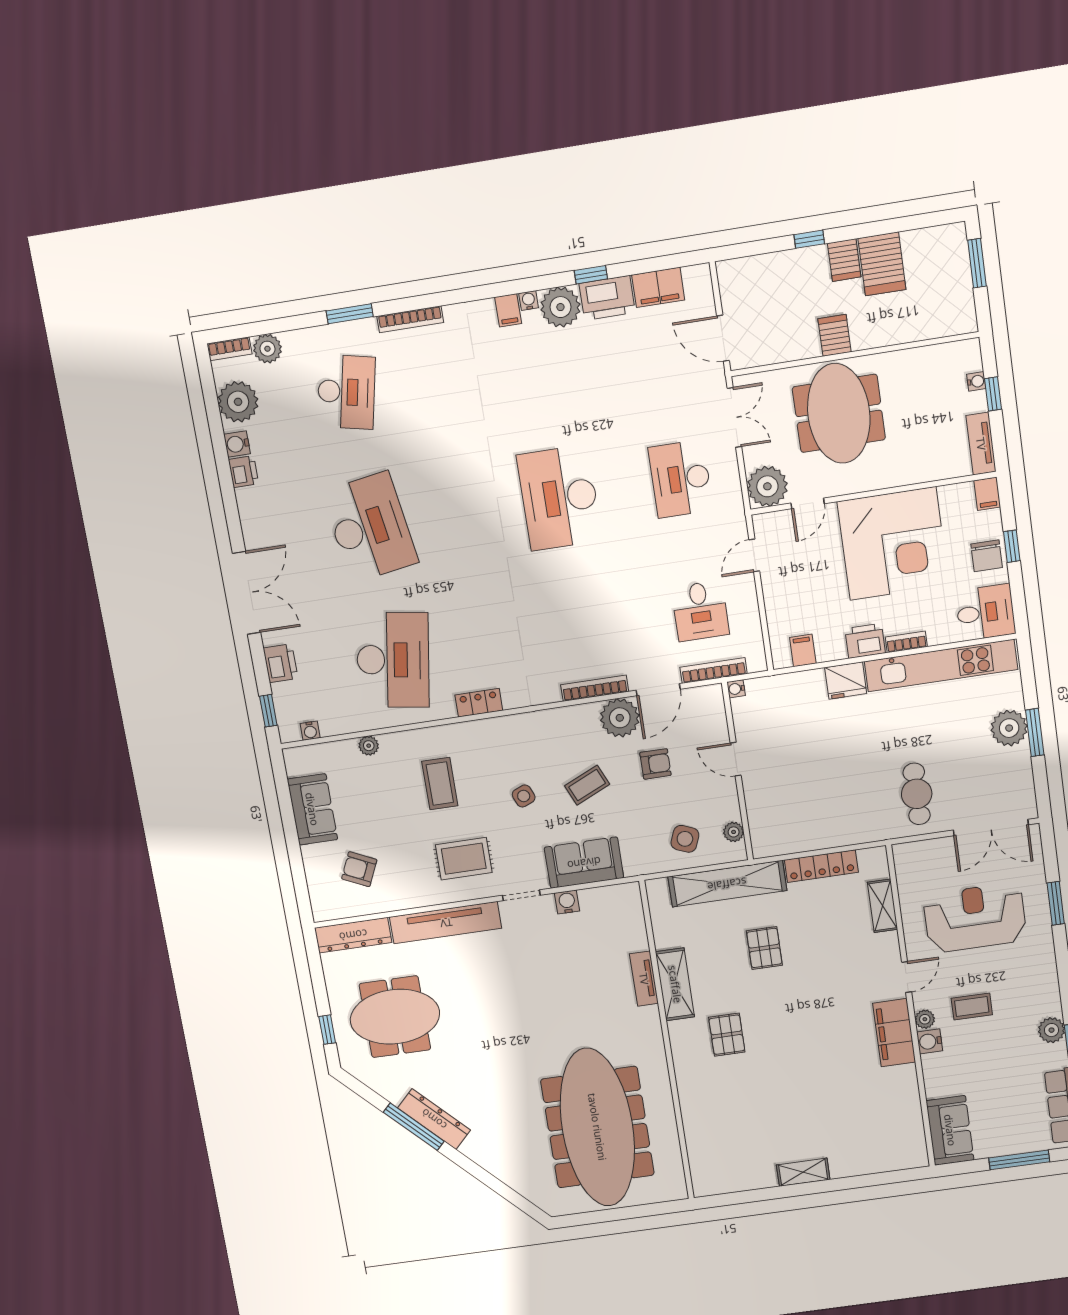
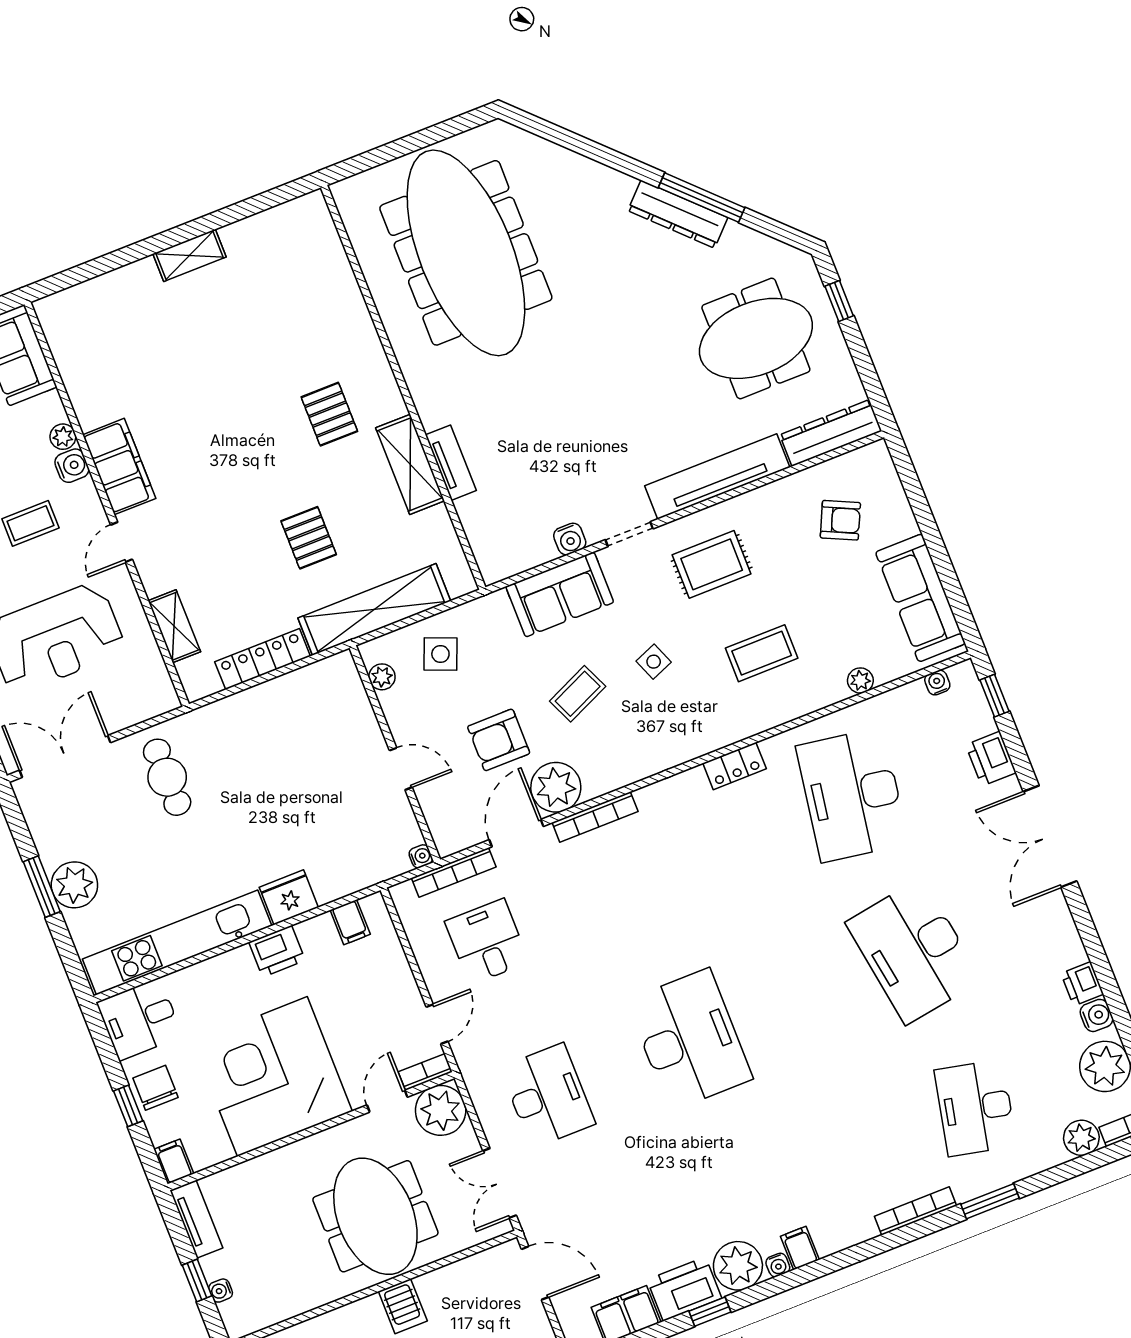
bookcase: (906, 642) -> (425, 1072), moved, turned 180
armchair: (655, 764) -> (499, 740), width x1.38, depth x1.38
coffee table: (440, 784) -> (762, 653), turned 90
sofa: (312, 809) -> (920, 598), width x1.36
plant: (925, 1019) -> (63, 437), moved

